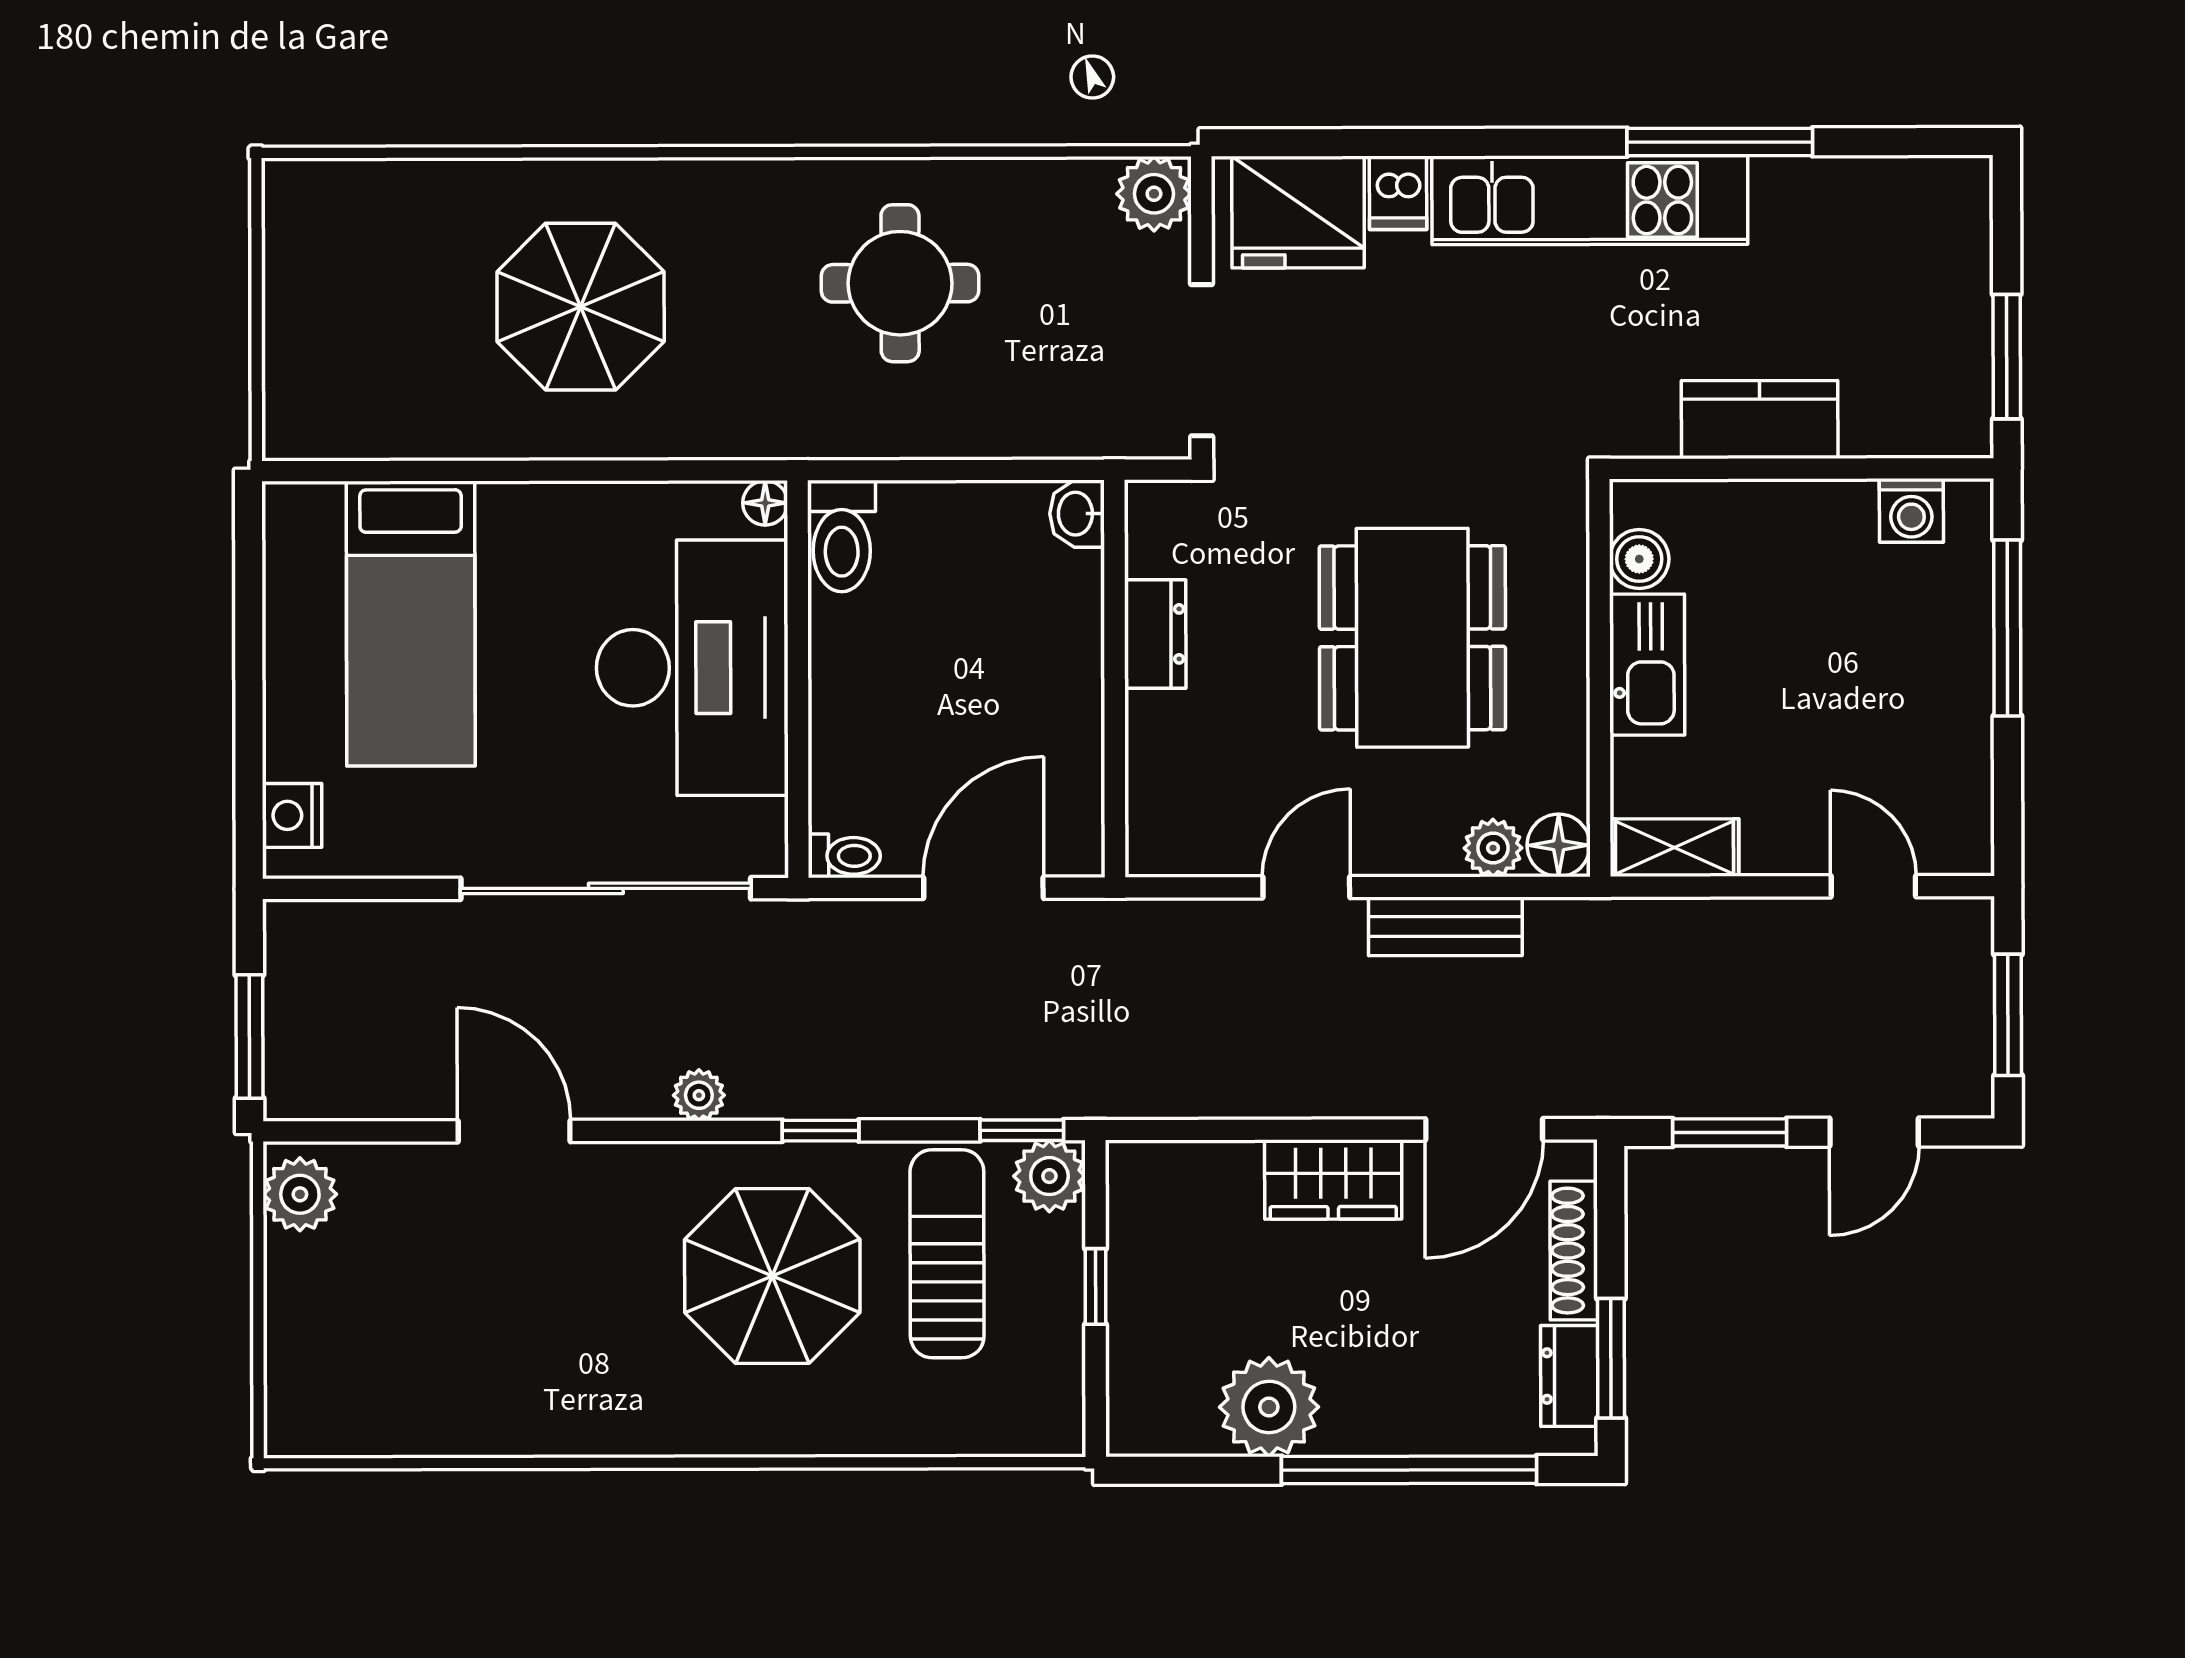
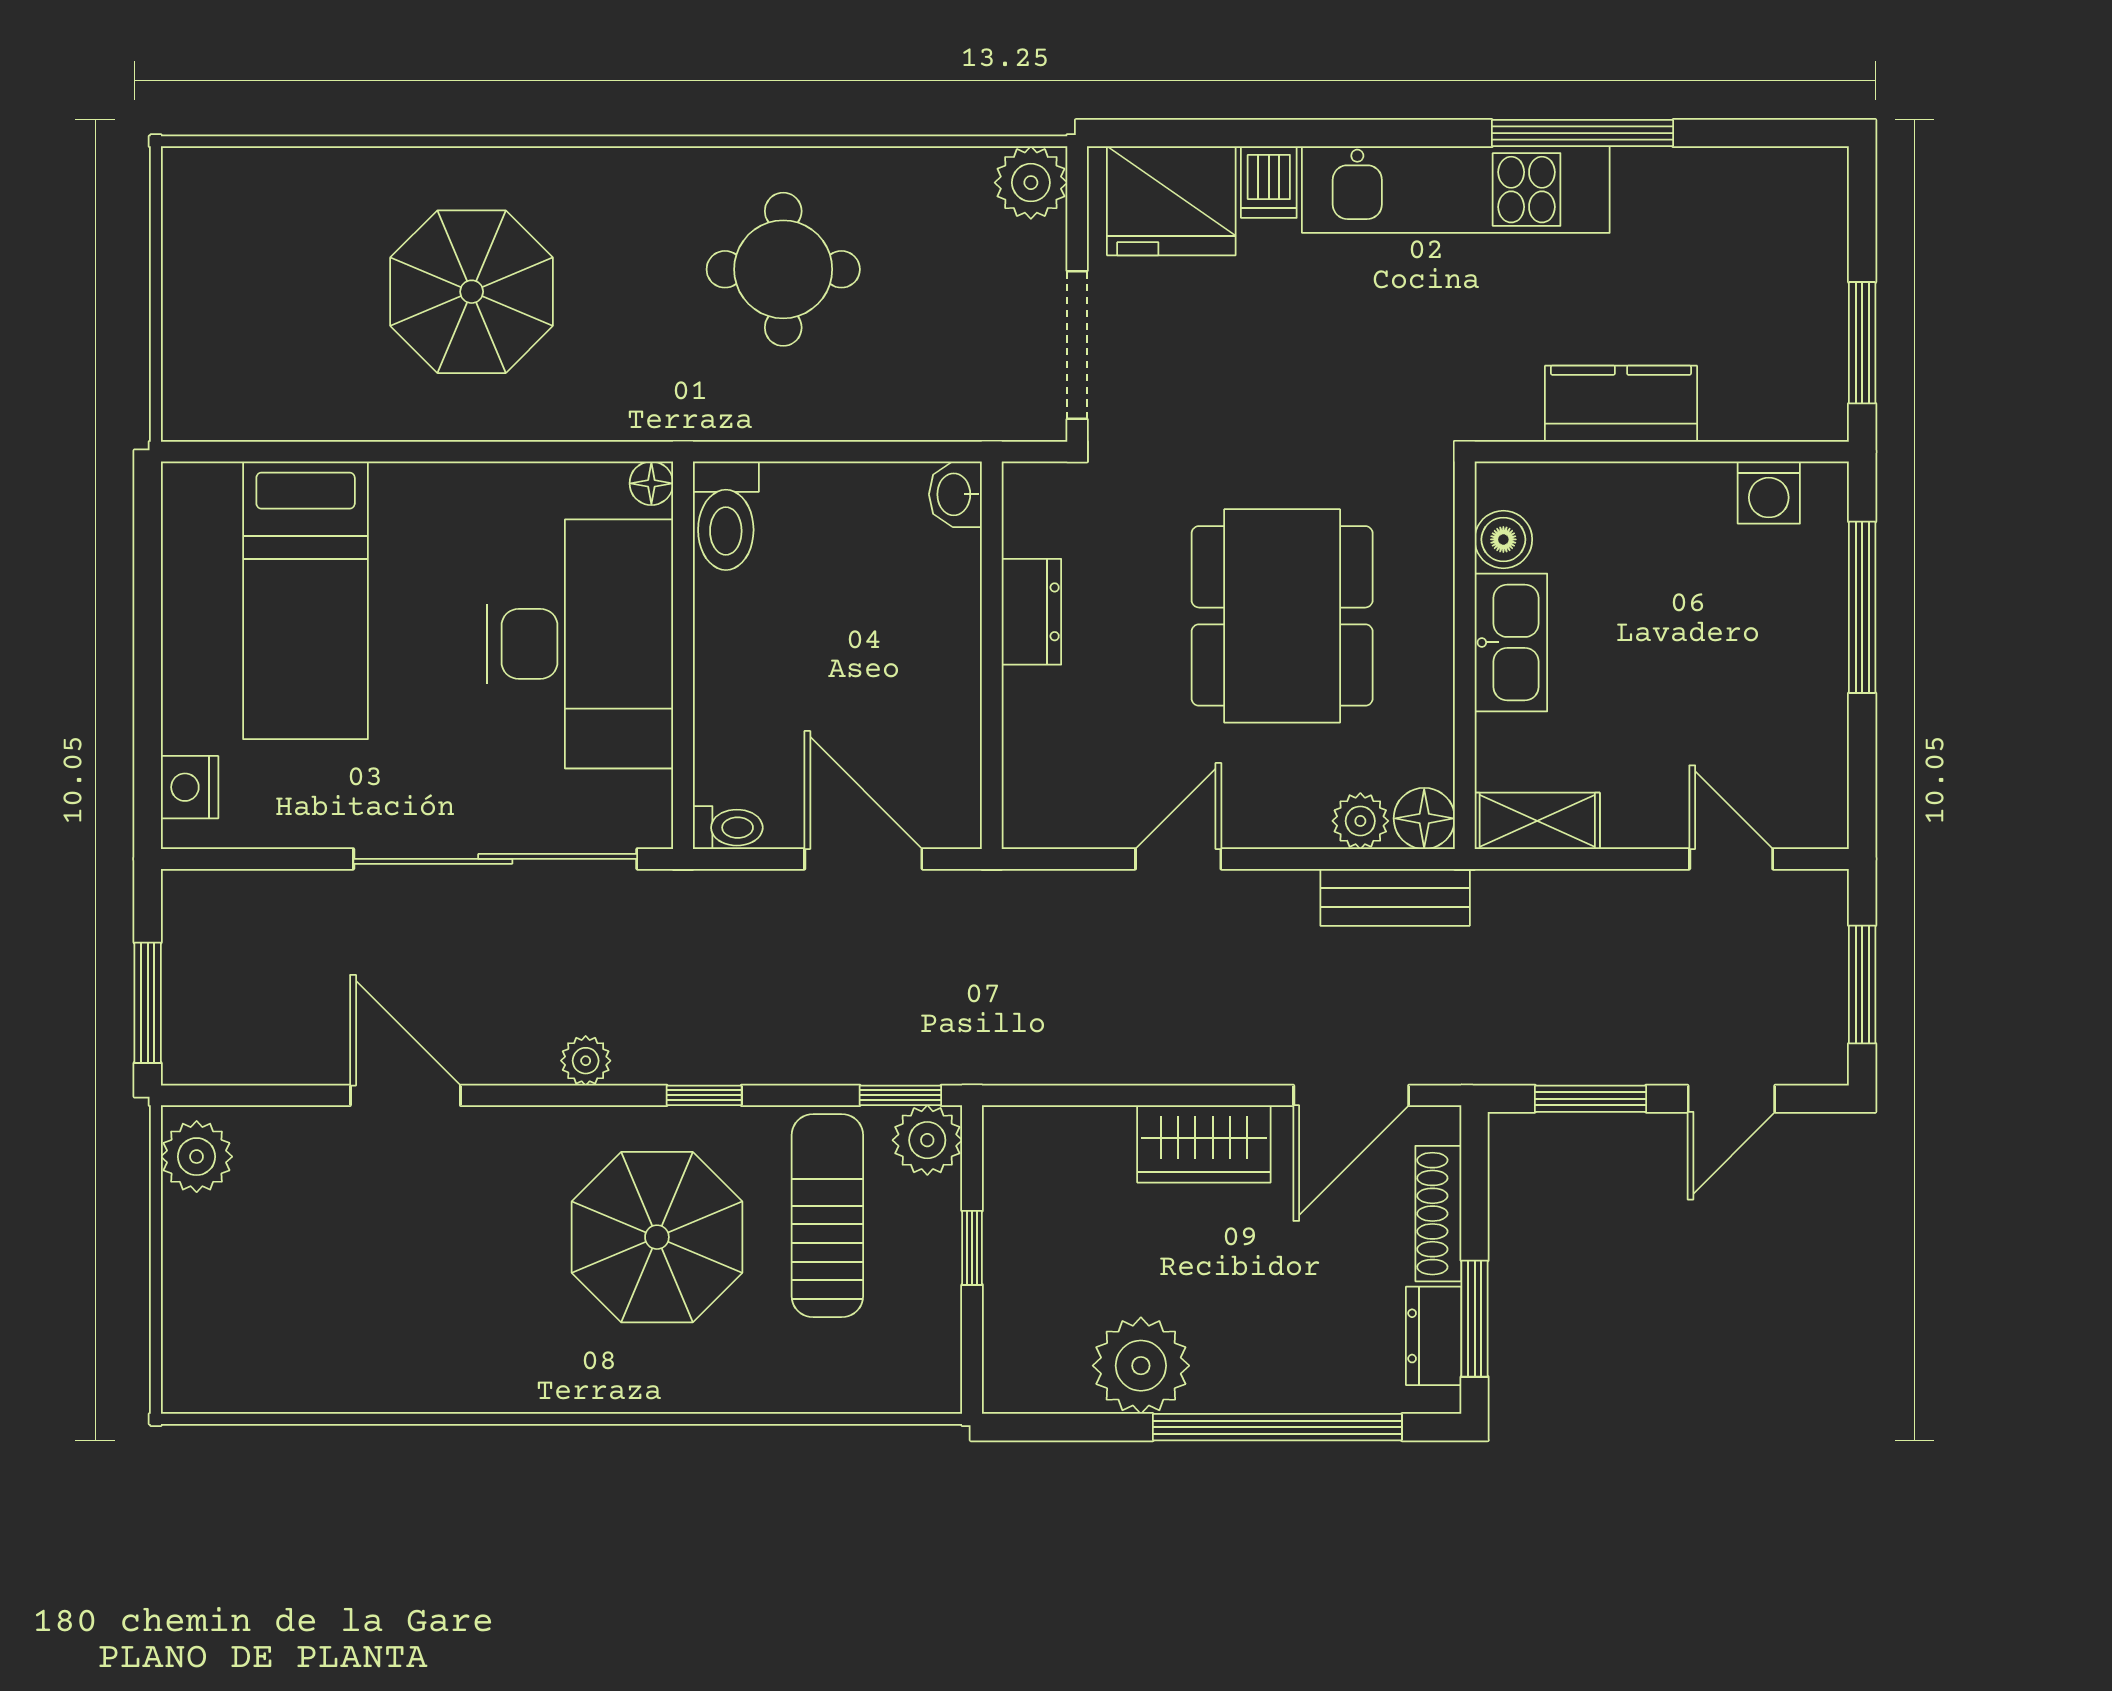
door: (983, 888) -> (863, 859), hinge flipped
bench: (1445, 926) -> (1395, 897), moved

